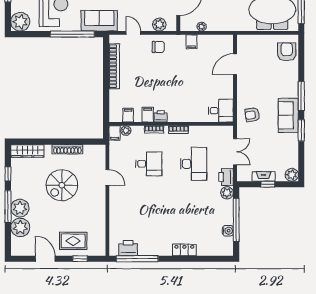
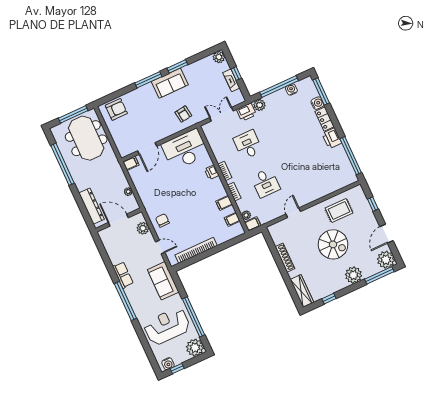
door: (133, 33) -> (160, 247), swing flipped
window: (72, 34) -> (194, 317), moved
filing cabinet: (192, 42) -> (131, 163), moved
armchair: (287, 52) -> (116, 109), turned 180
door: (235, 64) -> (147, 148), hinge flipped
desk: (221, 111) -> (185, 149), width x1.87, depth x1.30
printer: (161, 116) -> (212, 172), moved
desk: (149, 164) -> (265, 183), turned 180
desk: (194, 164) -> (248, 145), width x0.73
spiral stairs: (62, 185) -> (333, 244), moved
window: (8, 207) -> (379, 275), moved
plant: (20, 227) -> (386, 260), moved
rug: (73, 241) -> (339, 211), moved, turned 90
printer: (128, 248) -> (332, 138), moved
water cooler: (203, 250) -> (317, 103), added
window: (213, 259) -> (321, 92), added

